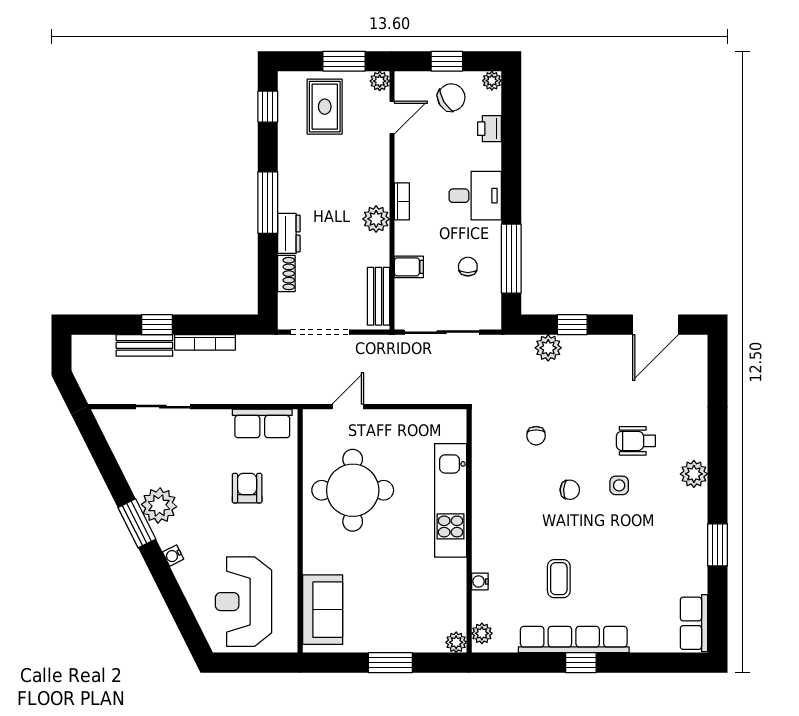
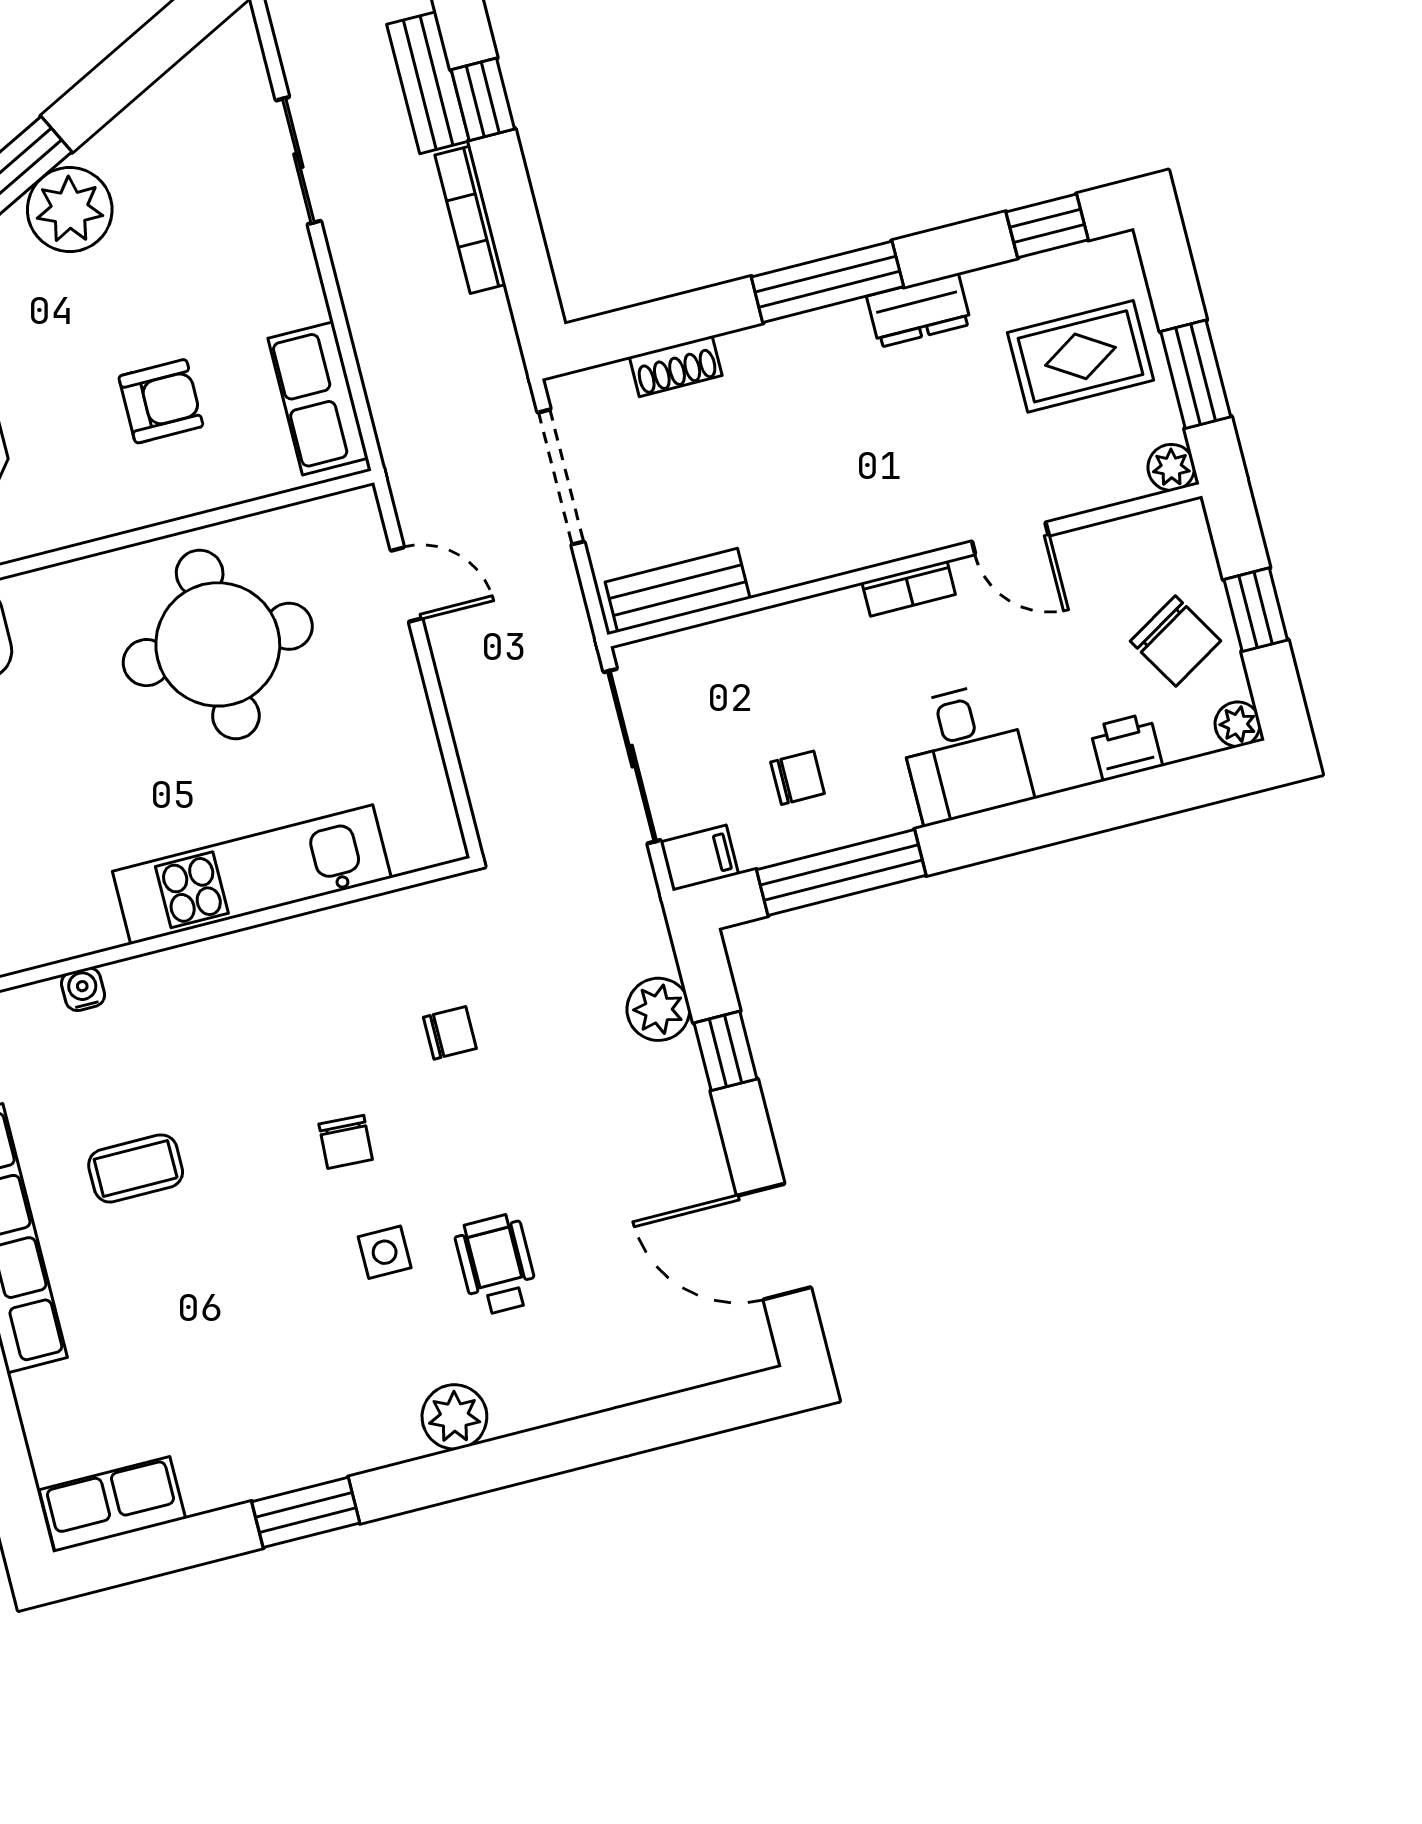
door: (392, 117) -> (1010, 538), moved
plant: (376, 219) -> (853, 540), removed
dresser: (289, 233) -> (919, 310), moved
filing cabinet: (409, 267) -> (699, 858), moved, turned -90
chair: (536, 436) -> (450, 1033), turned 180

